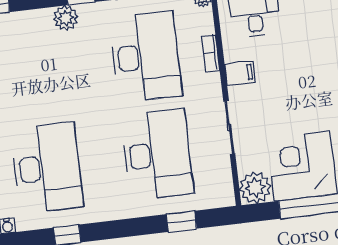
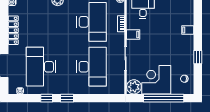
desk: (47, 168) -> (41, 67), turned 180
window: (181, 221) -> (67, 98), moved

